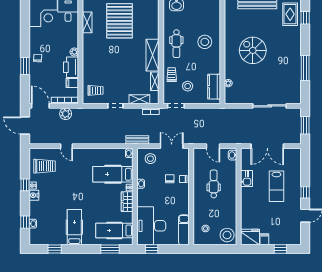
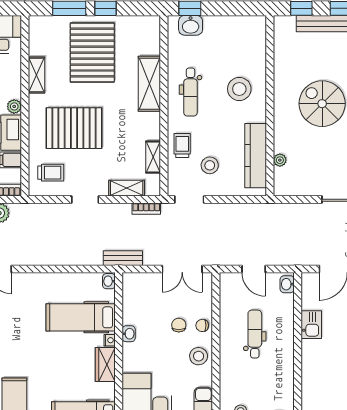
shelving: (87, 22) -> (36, 75), moved
shelving: (153, 55) -> (149, 84), moved
pallet: (109, 65) -> (74, 128), added
kitchen counter: (214, 87) -> (256, 156), width x1.50
double door: (172, 146) -> (182, 269), swing flipped
stool: (150, 159) -> (199, 356), moved

